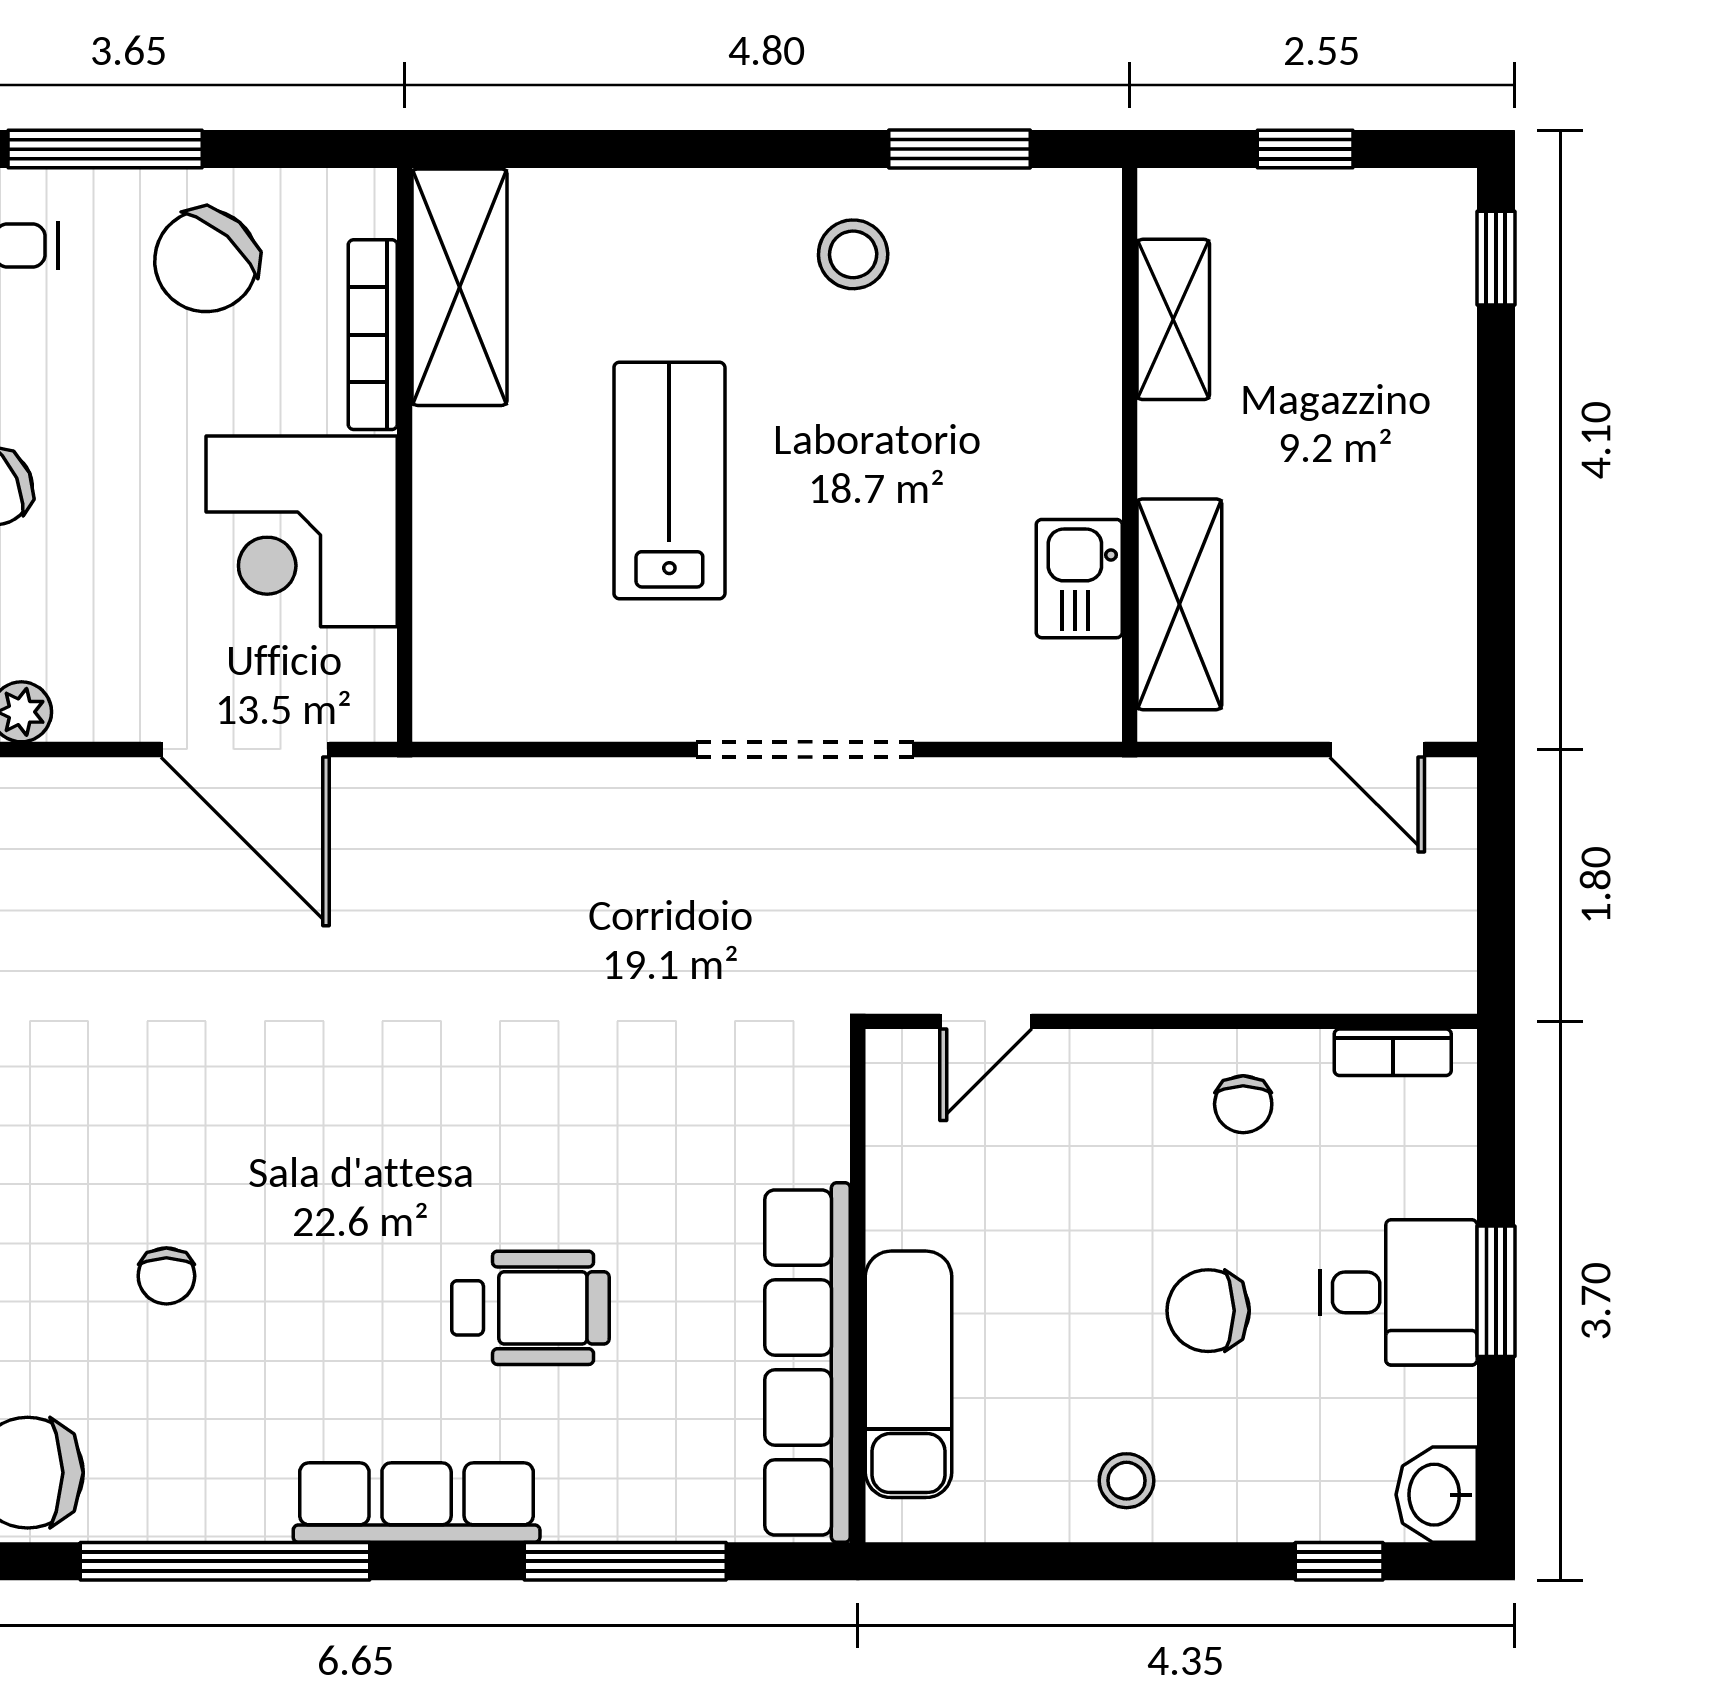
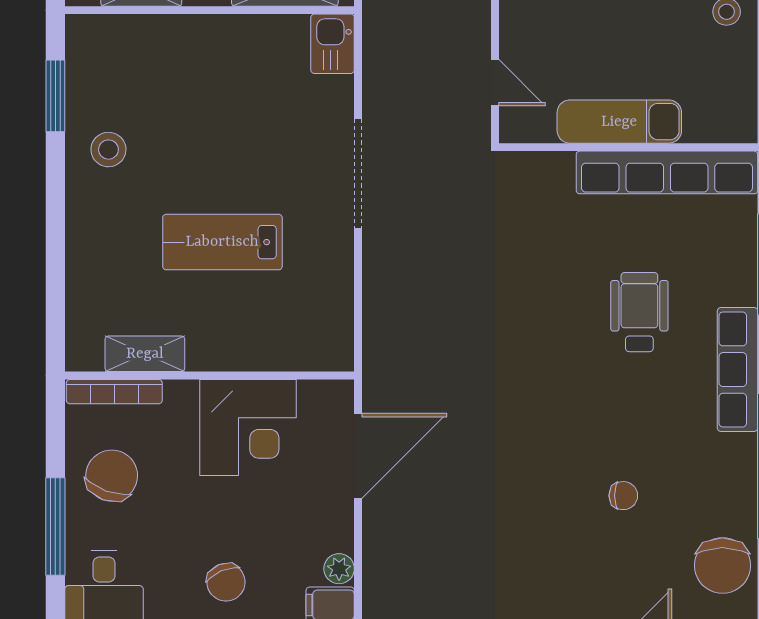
chair: (206, 261) -> (112, 476), turned -111
shelving: (460, 287) -> (145, 354), width x0.67, depth x0.75
bookcase: (373, 335) -> (114, 392), moved
kitchen sink: (1079, 579) -> (333, 44), moved, turned 90
exam couch: (909, 1374) -> (619, 122), moved

